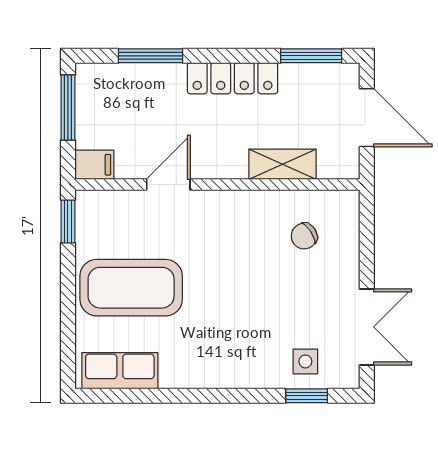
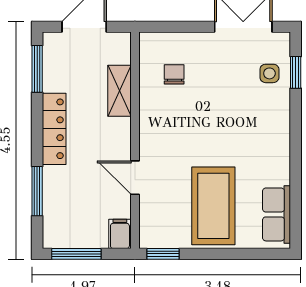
chair: (304, 236) -> (174, 74), turned -147

